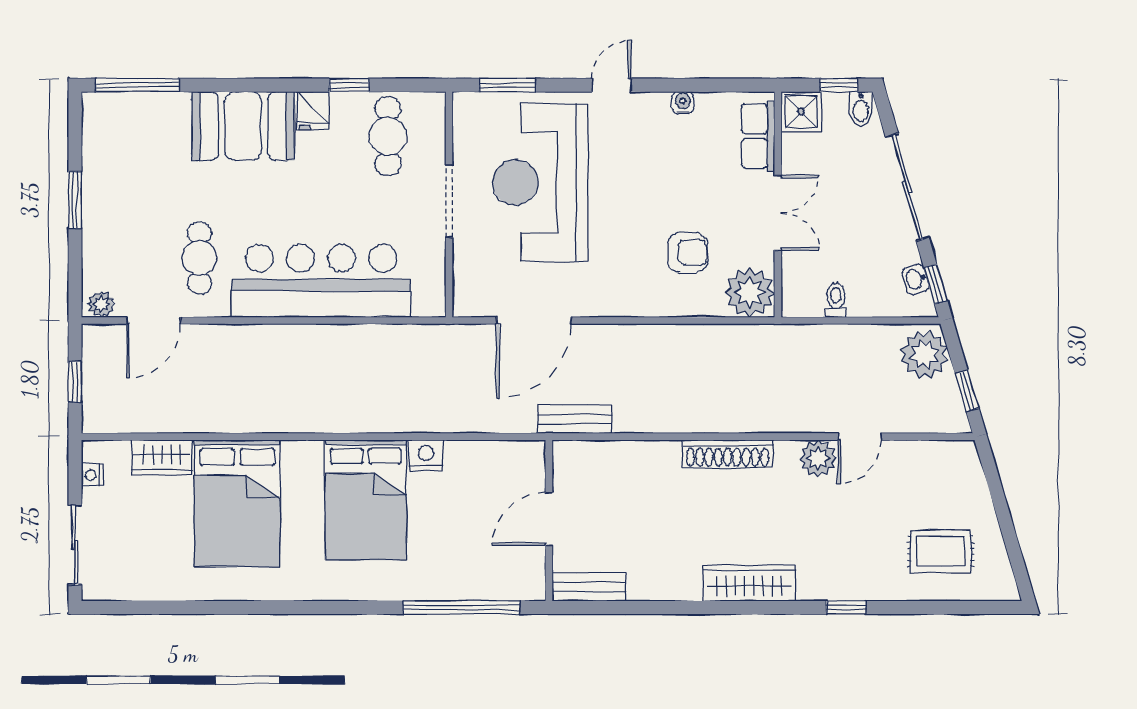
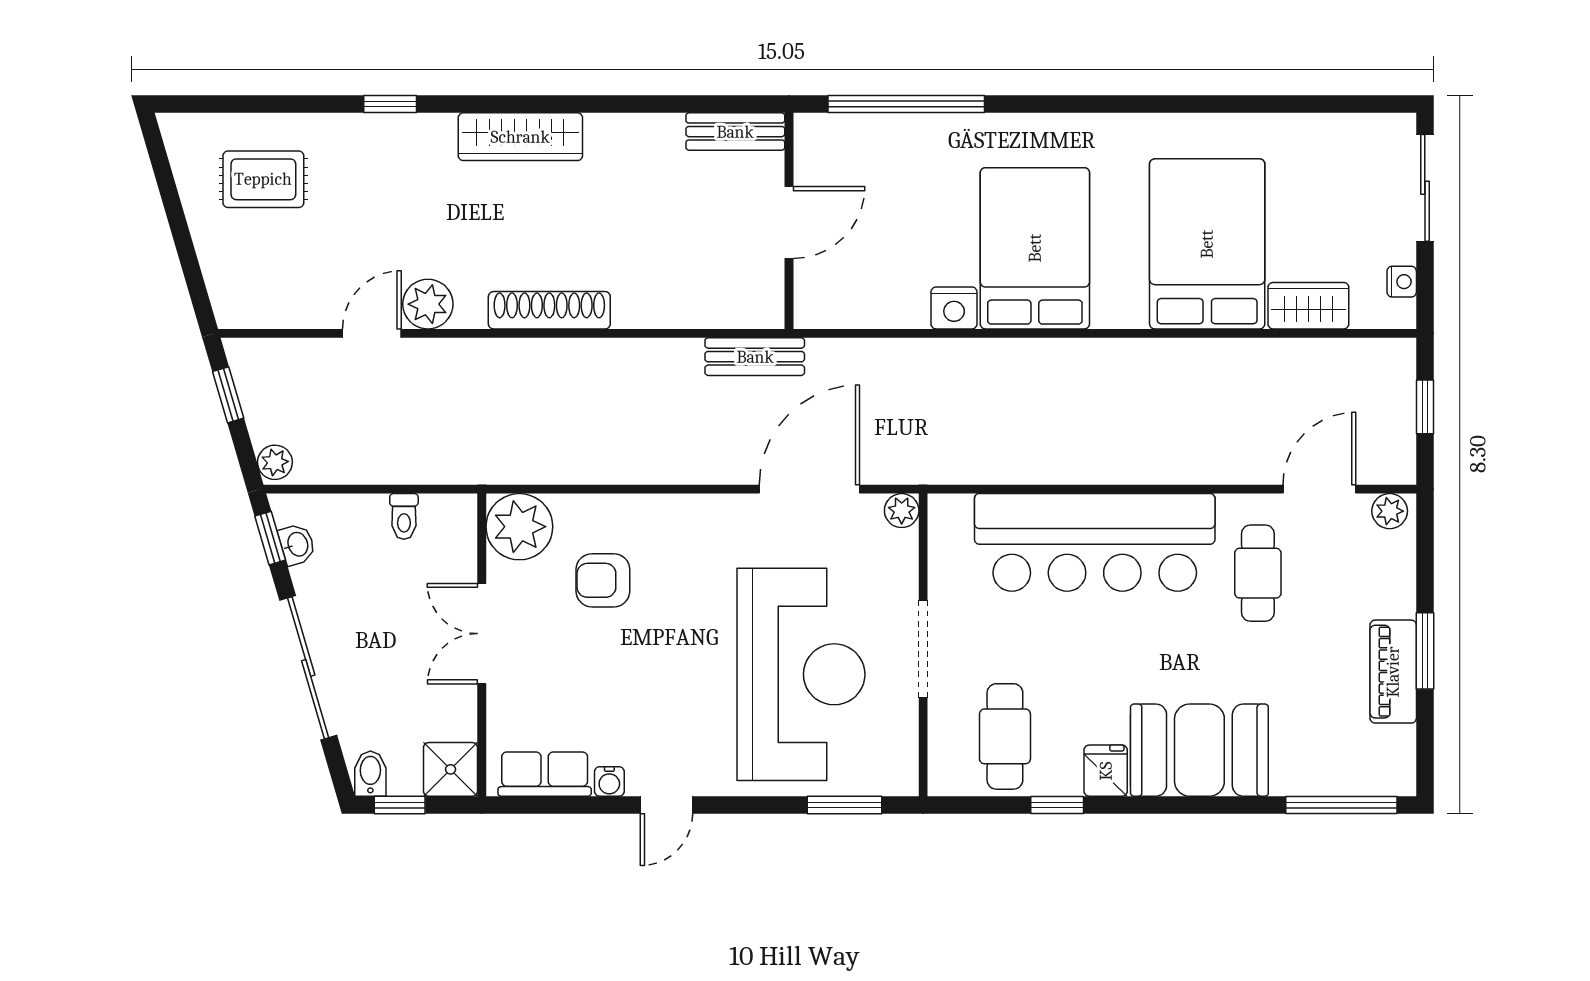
door: (612, 85) -> (666, 805), moved
row of seats: (758, 136) -> (545, 774), moved, turned -90
piano: (99, 185) -> (1393, 672), added
plant: (465, 305) -> (902, 511), added
plant: (924, 354) -> (275, 462), width x0.53, depth x0.53

